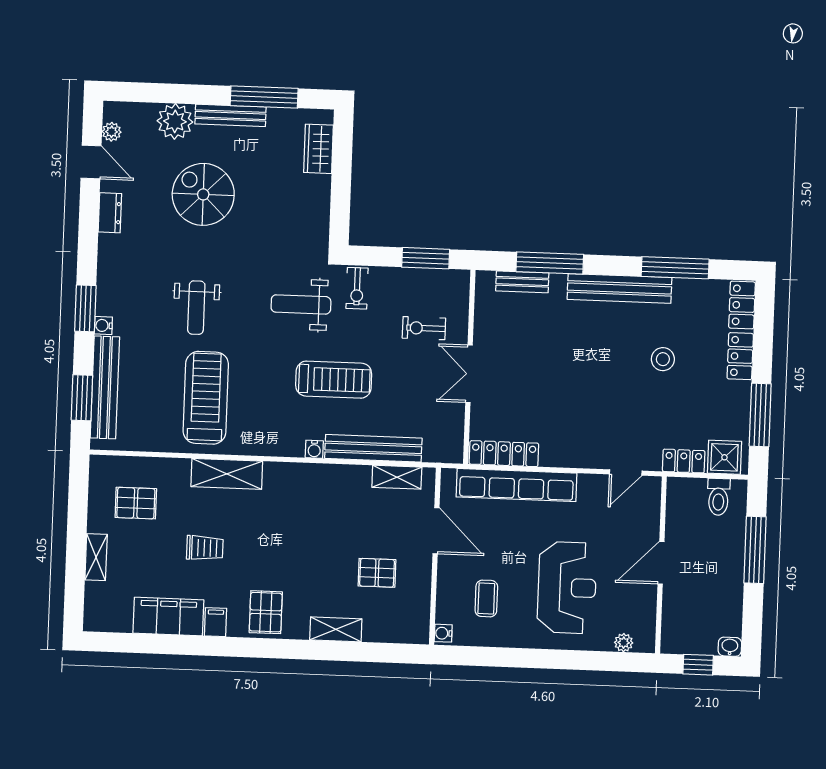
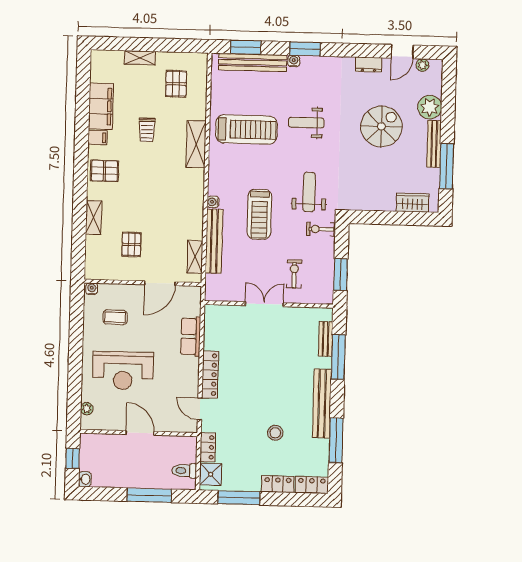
locker: (504, 454) -> (210, 375), moved
row of seats: (516, 485) -> (191, 336), width x0.50

